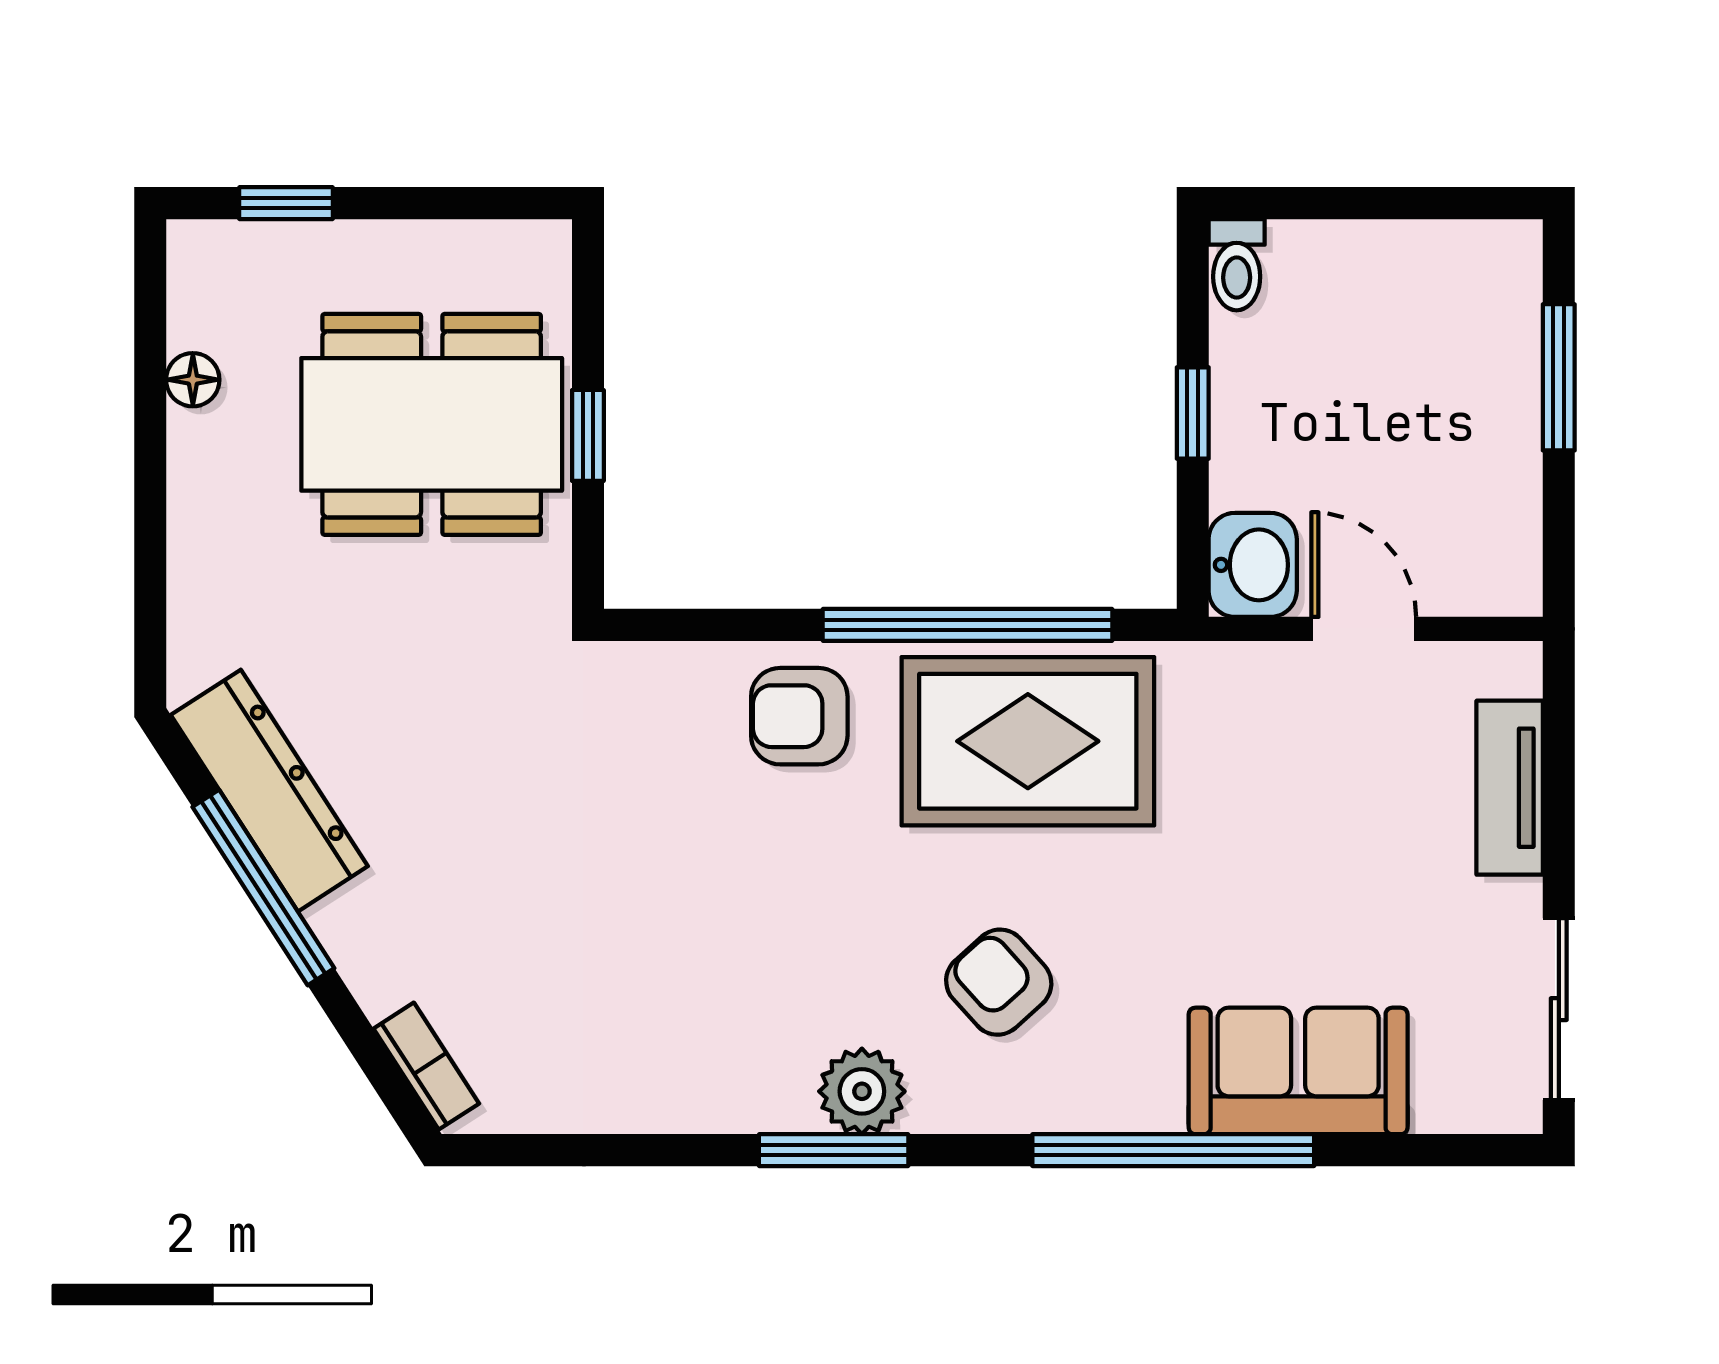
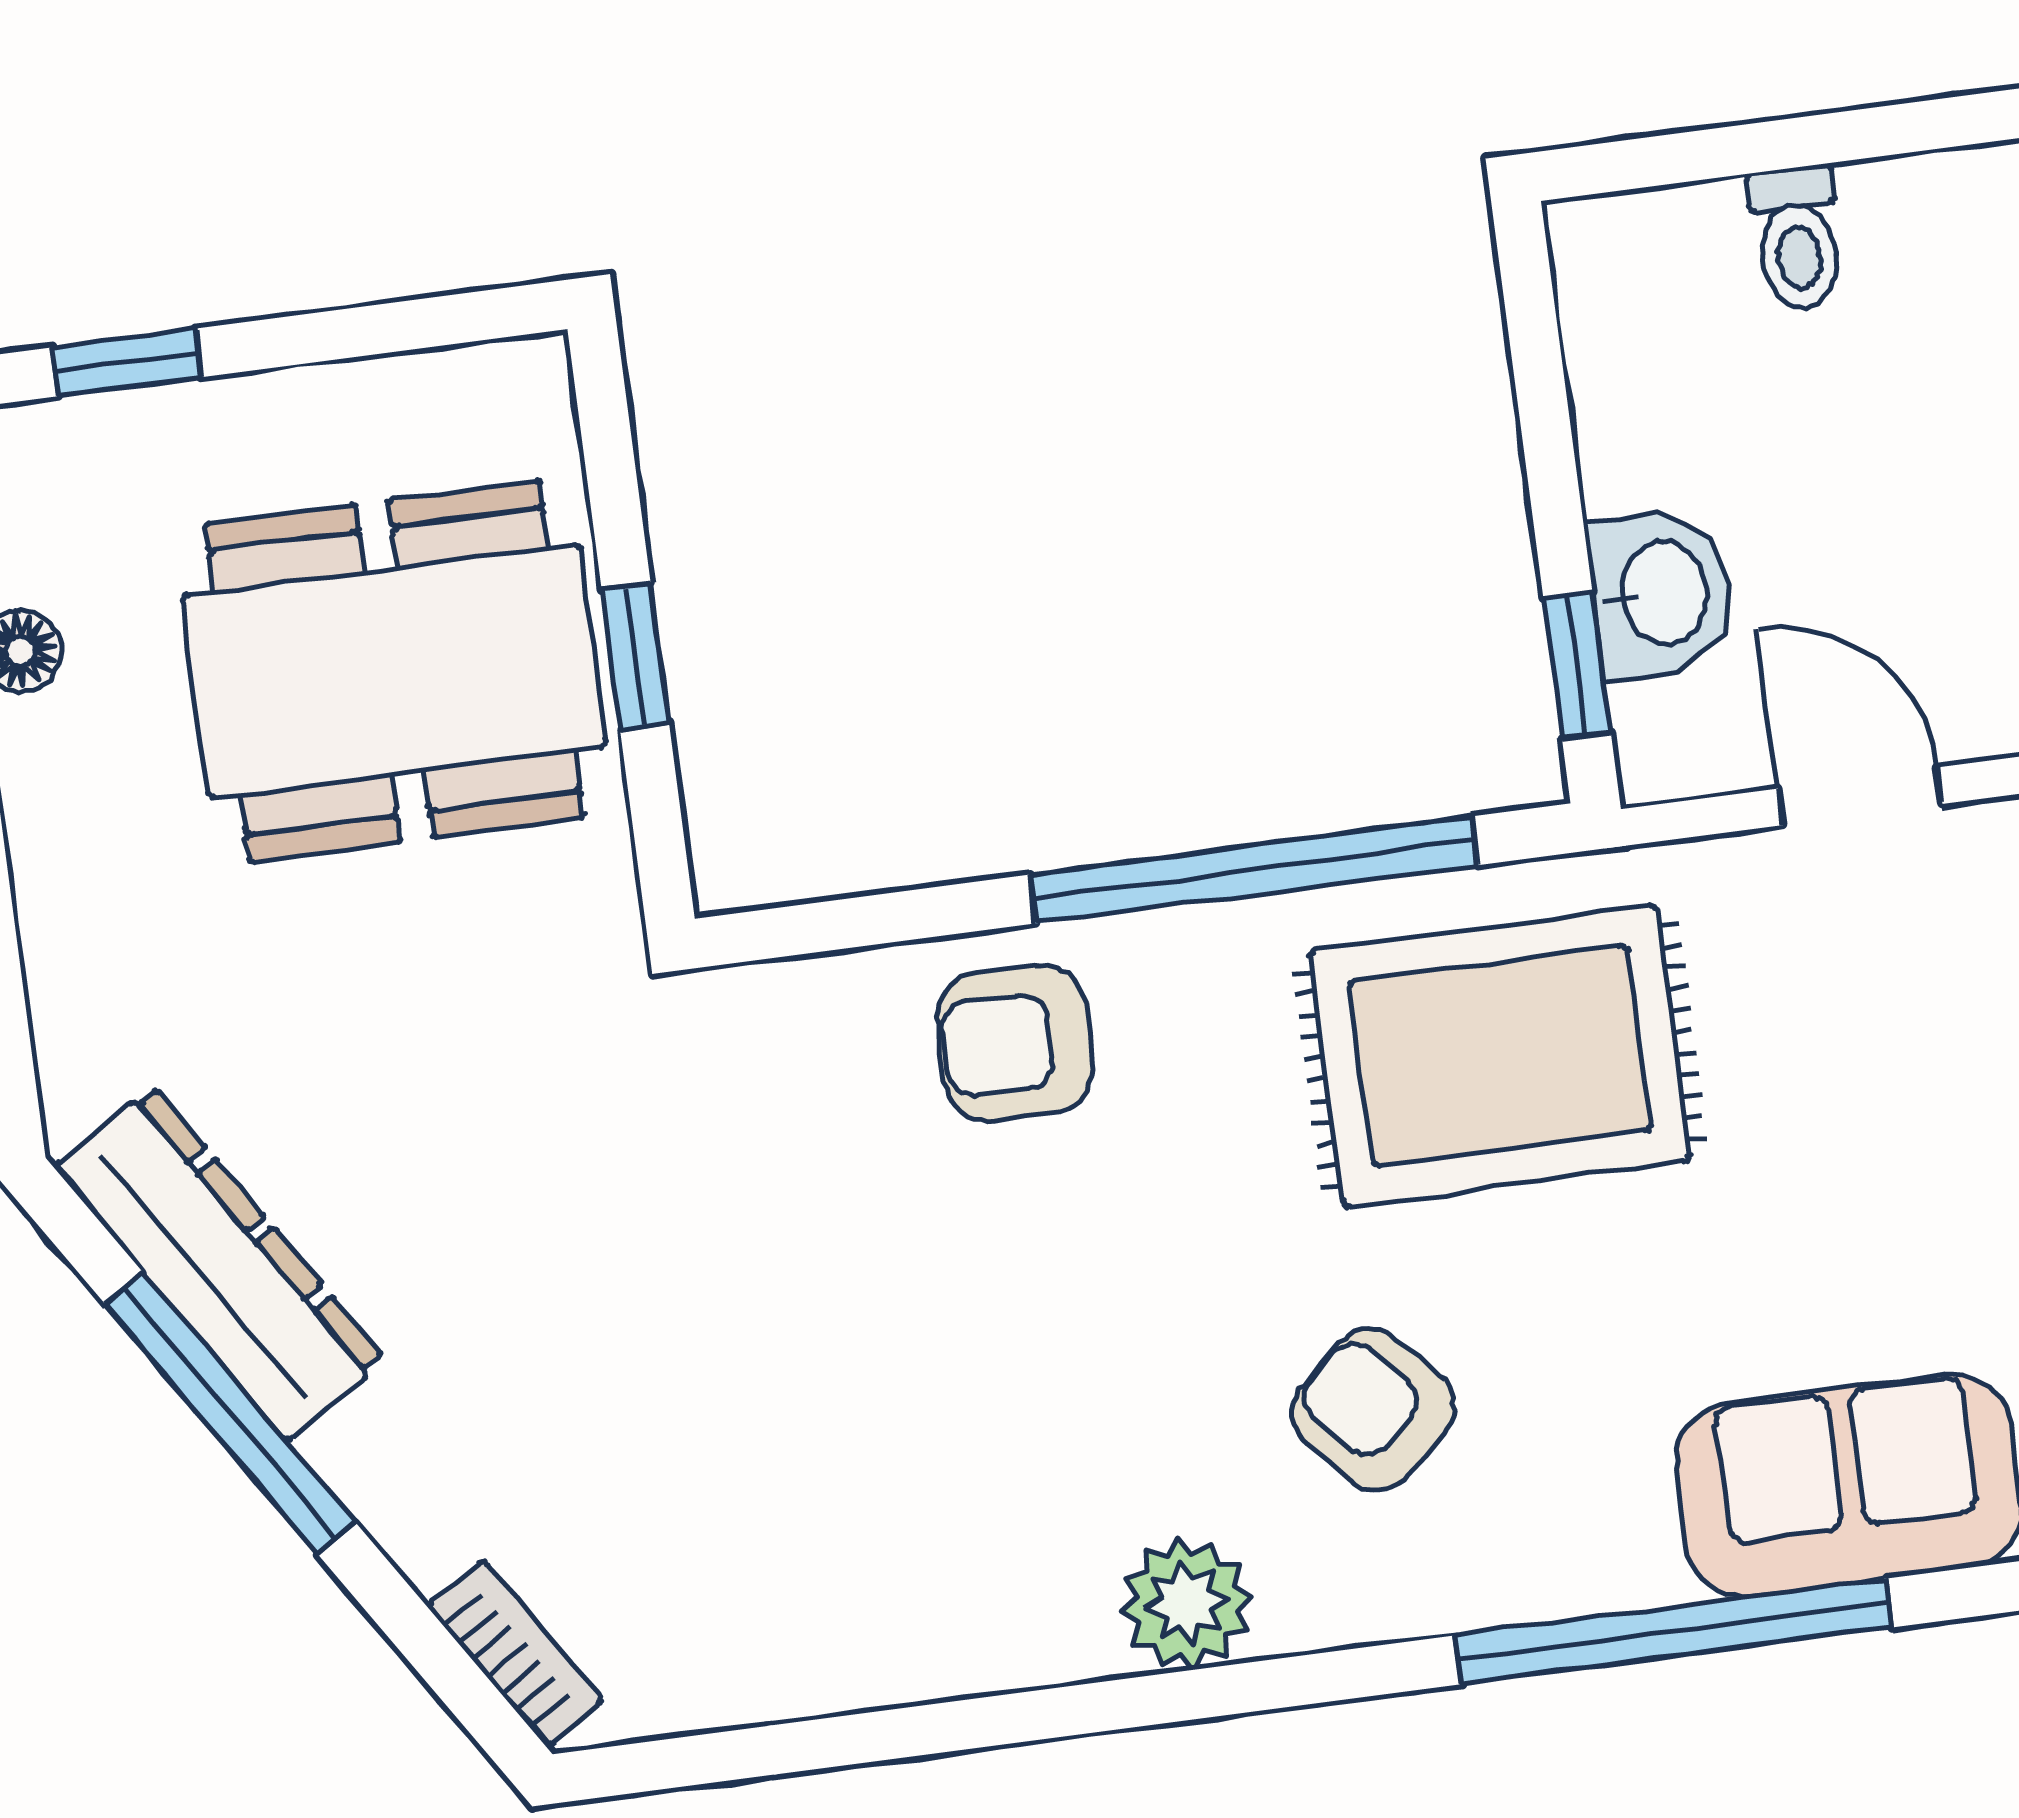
toilet: (1237, 265) -> (1797, 238), moved
window: (1193, 413) -> (1577, 666), moved
washbasin: (1253, 565) -> (1661, 593), moved
rug: (1028, 741) -> (1500, 1056), moved
window: (834, 1150) -> (1155, 1700), removed

